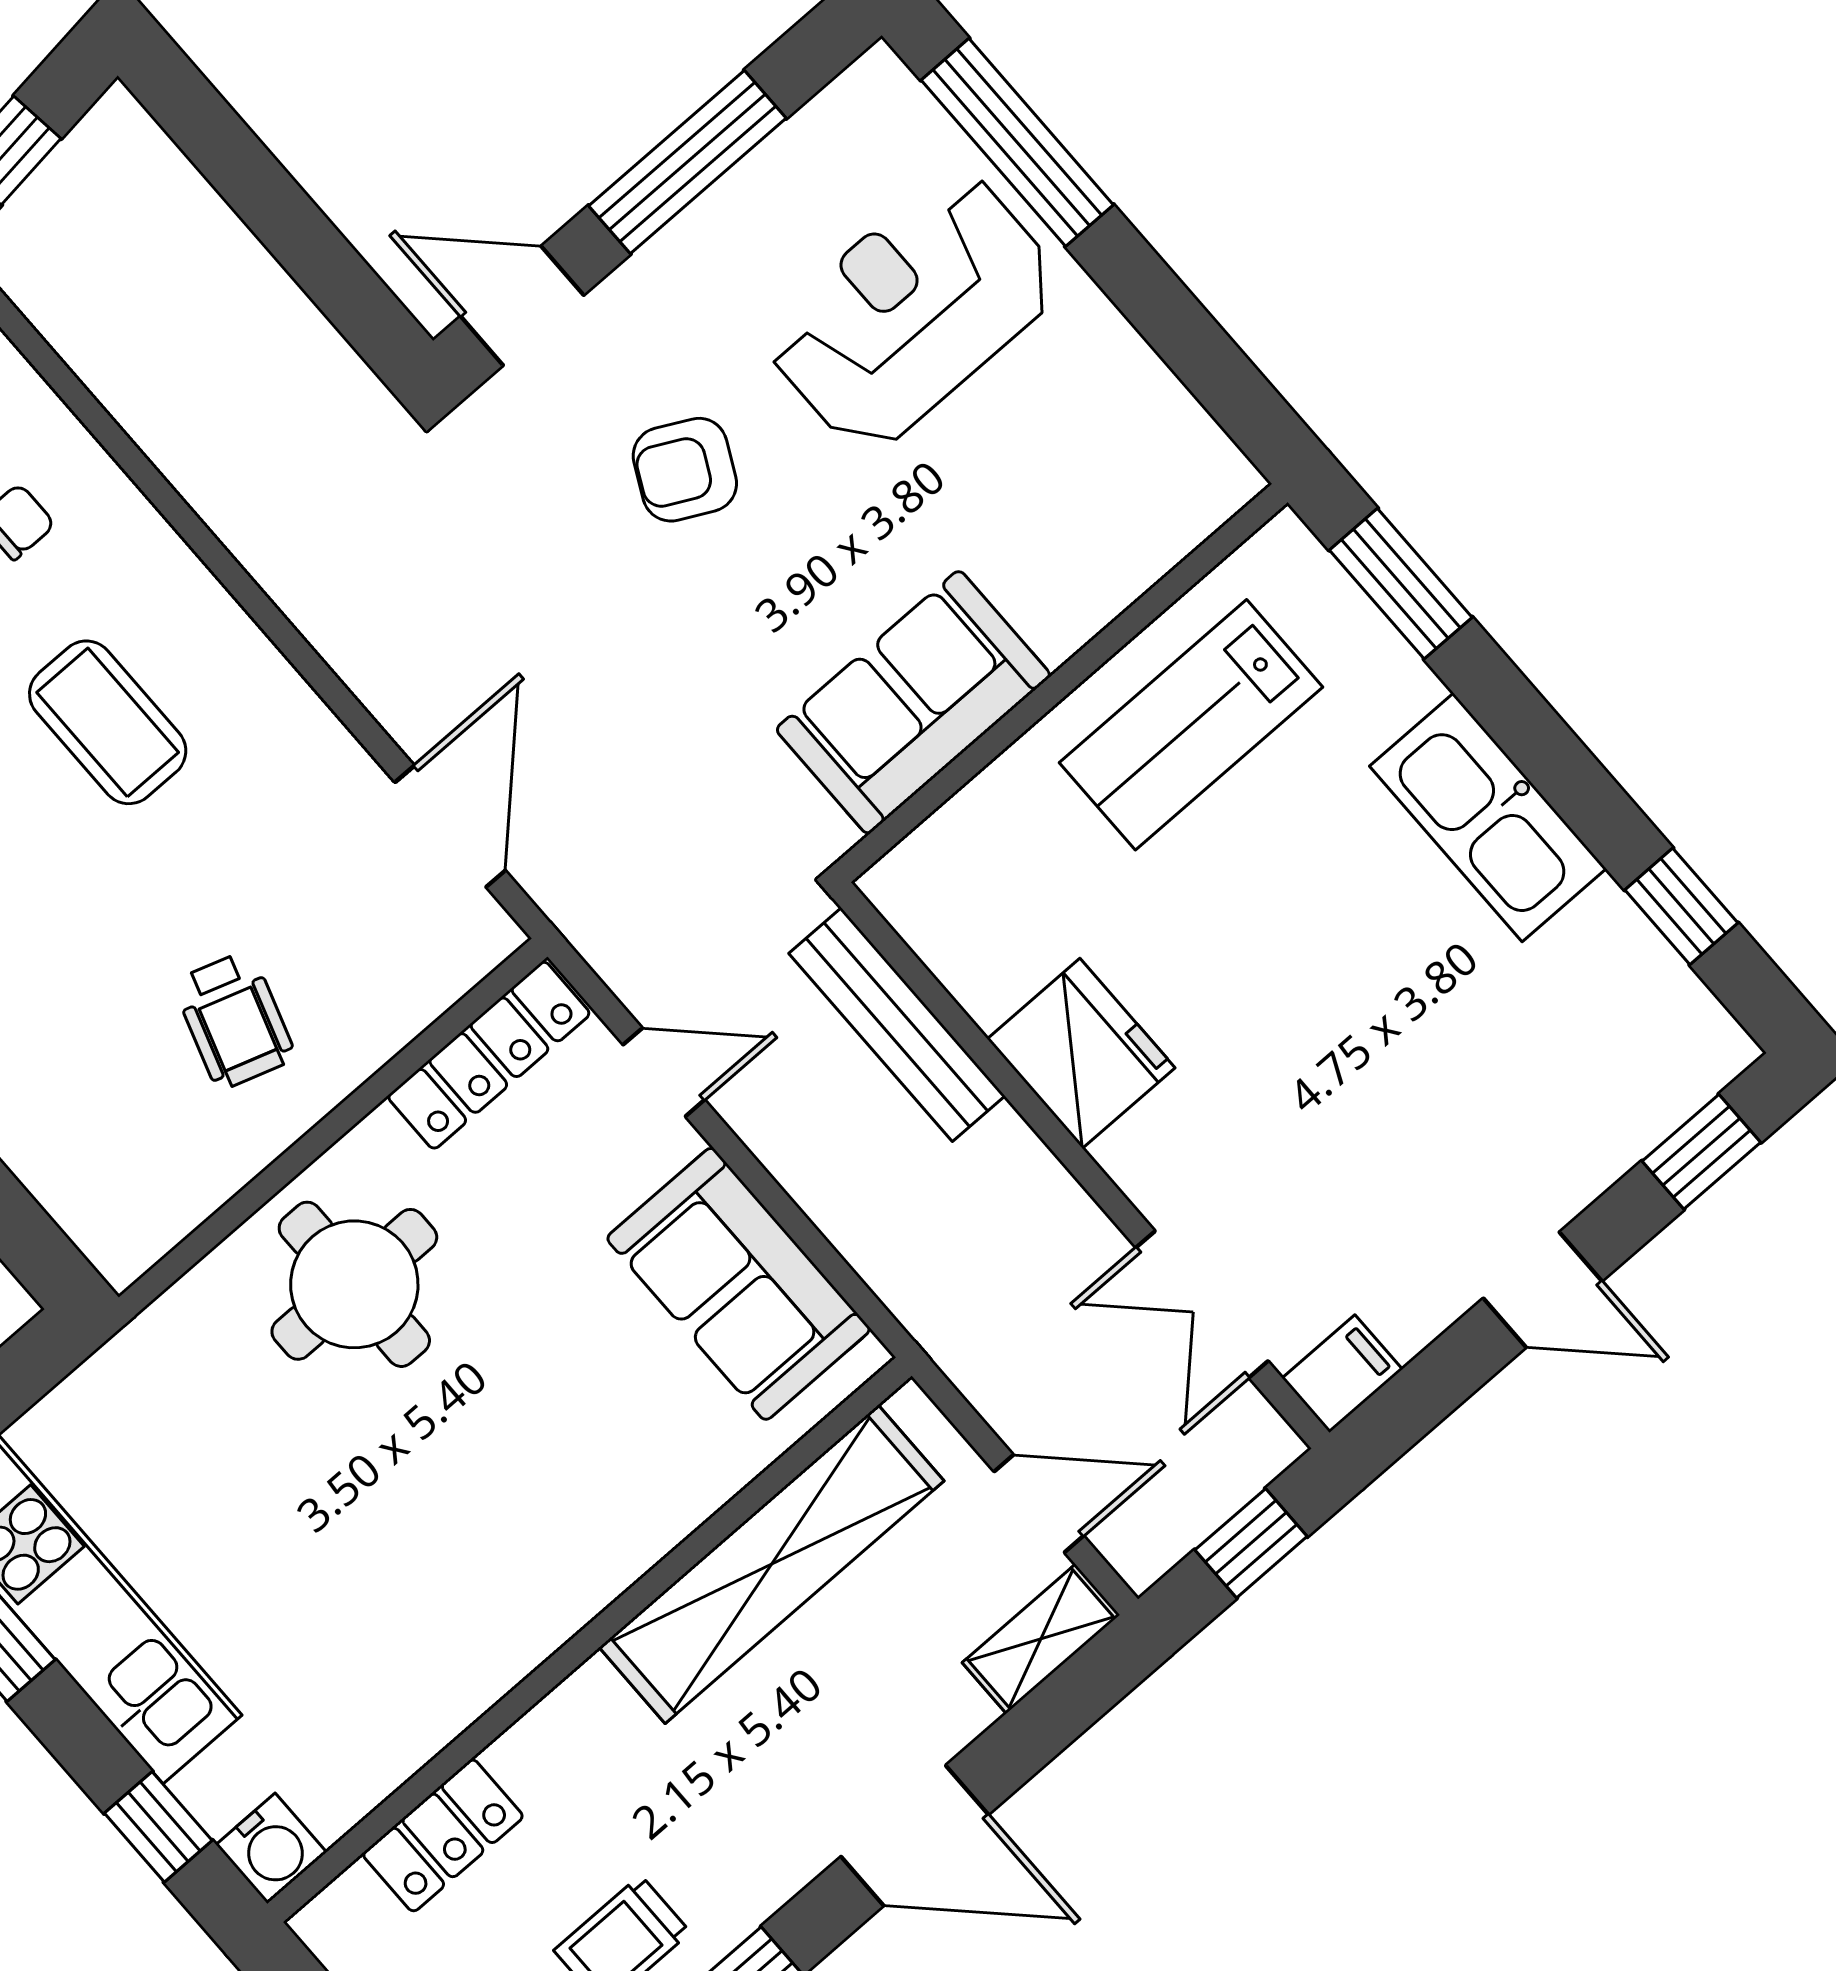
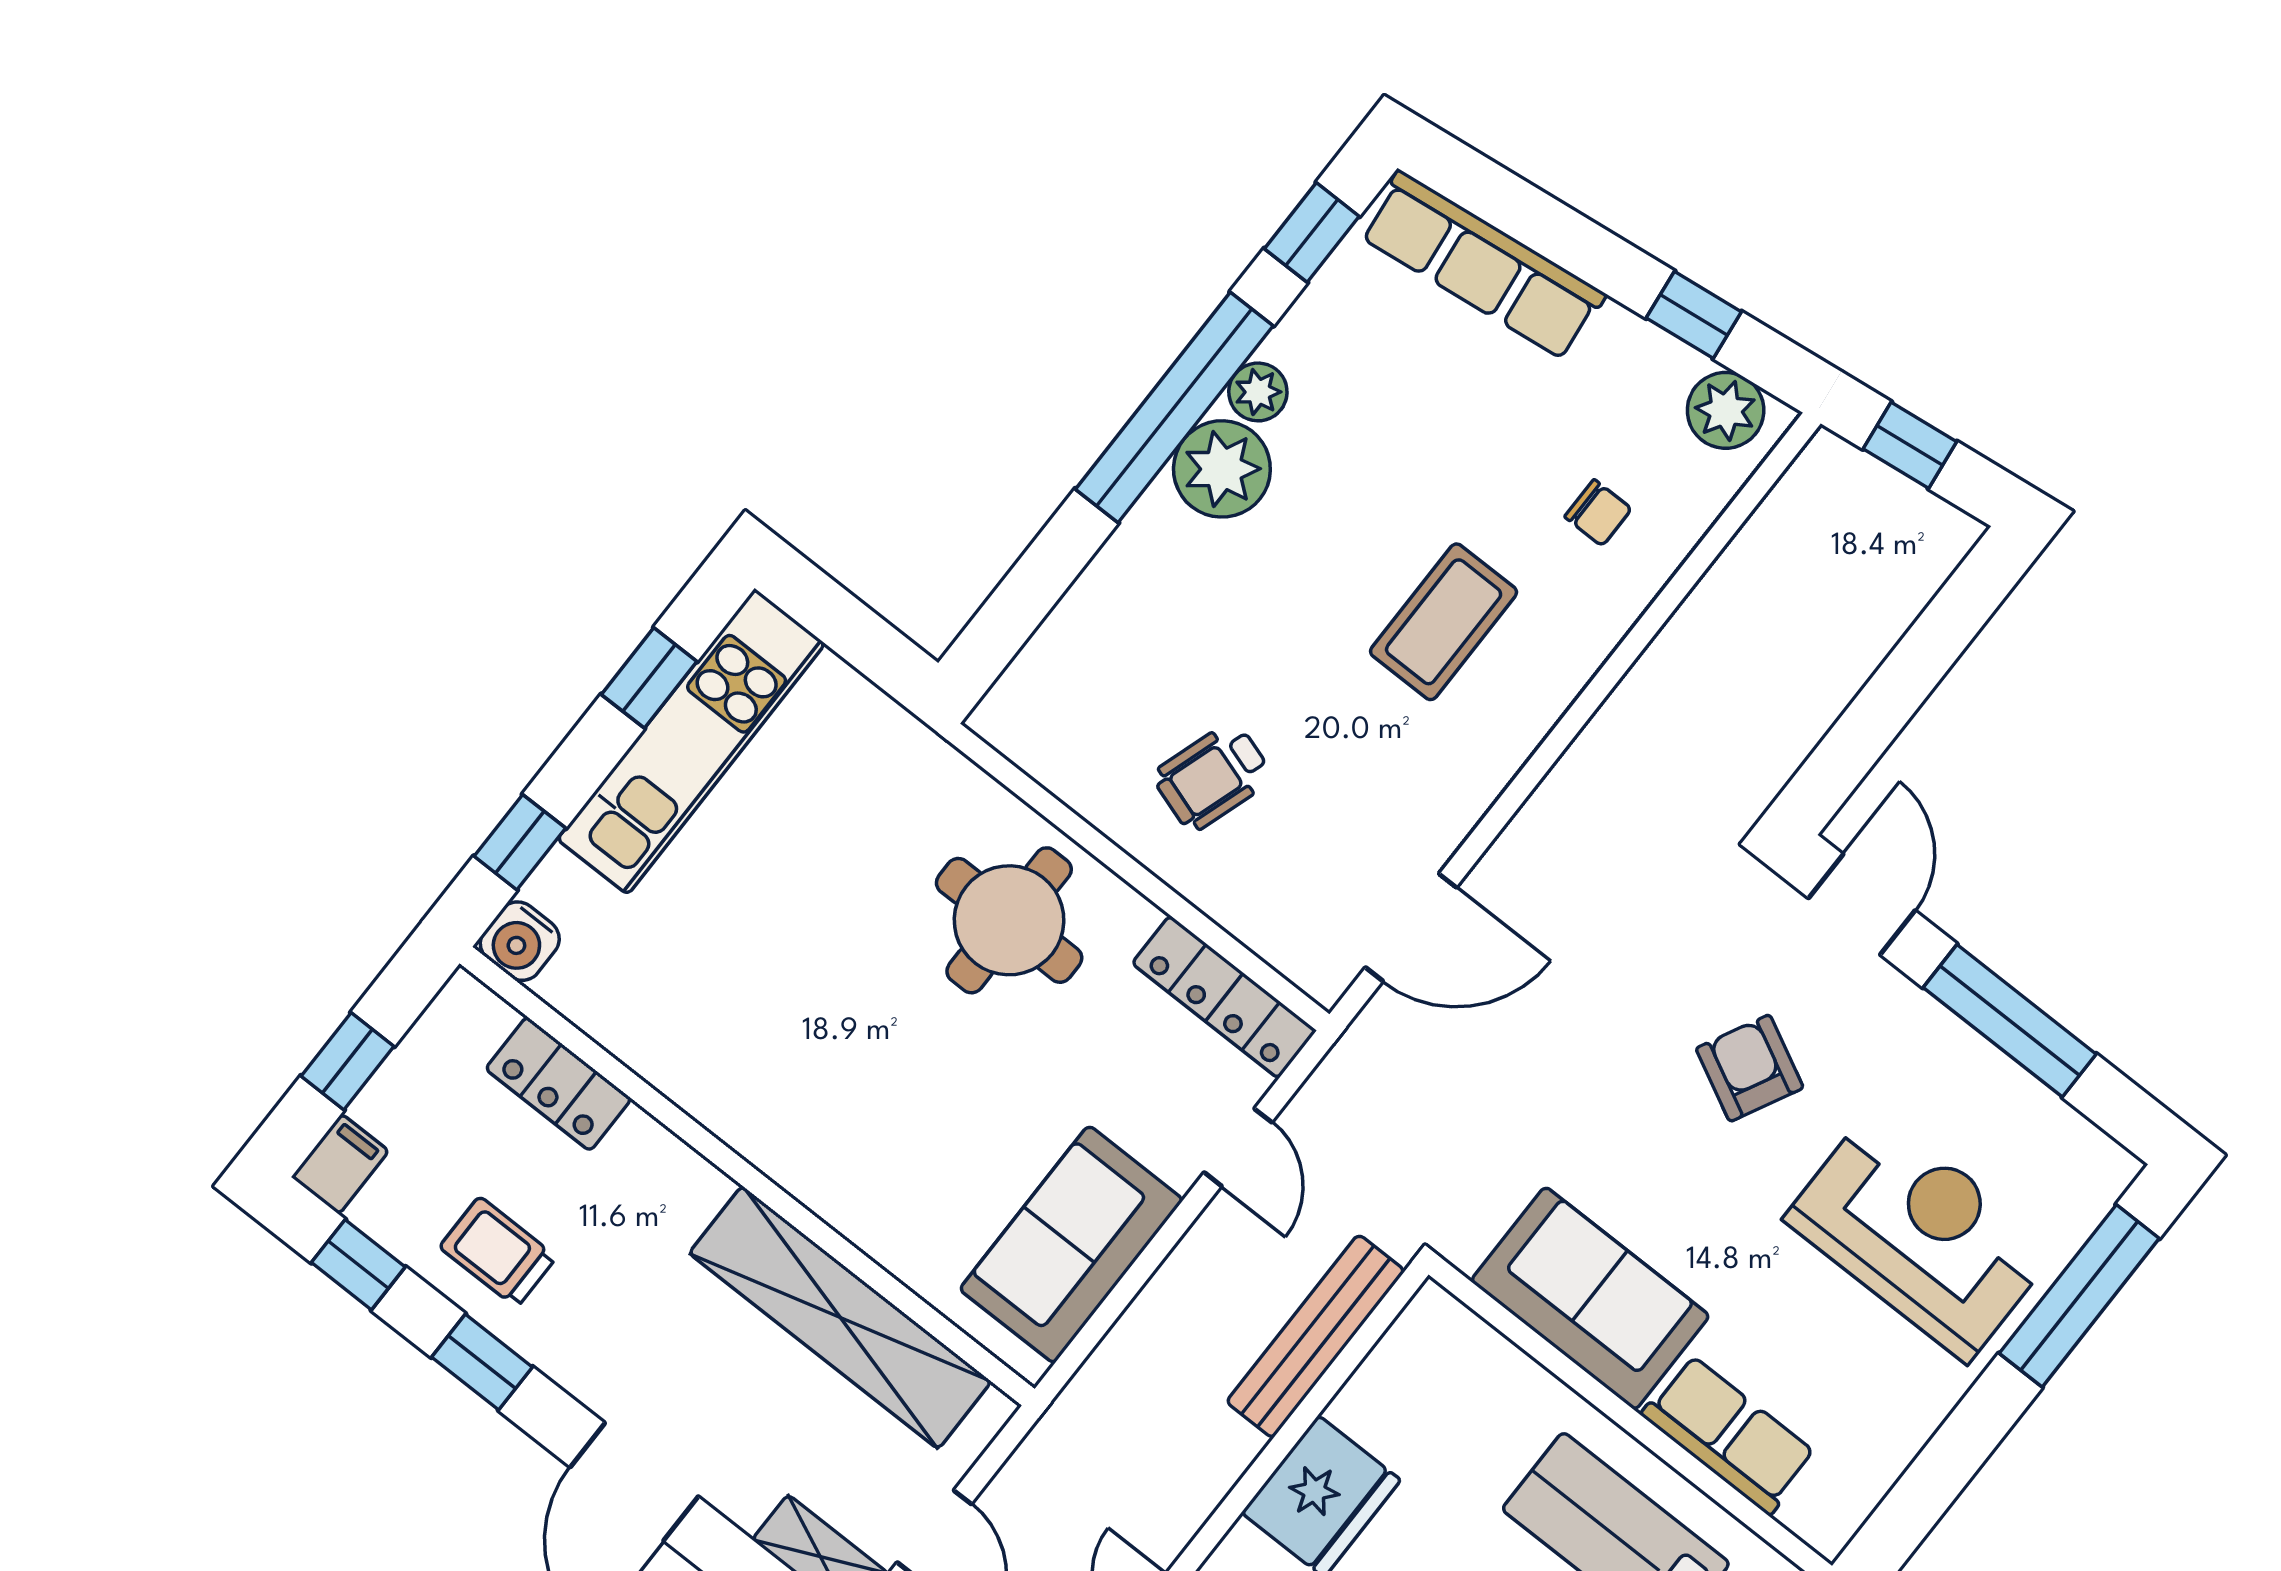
row of seats: (1099, 573) -> (1729, 1434), added

